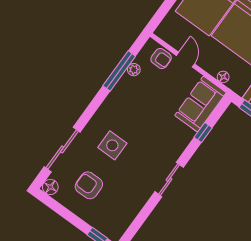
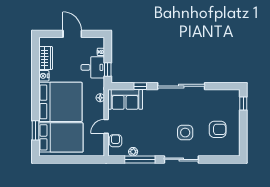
sliding door: (62, 149) -> (181, 159), moved
sliding door: (169, 180) -> (181, 86), width x1.86
armchair: (89, 185) -> (218, 129), turned -90
floor lamp: (50, 187) -> (235, 151), removed

